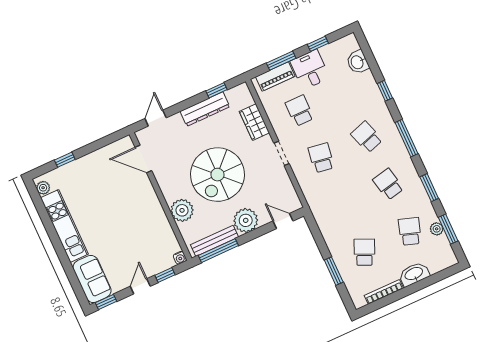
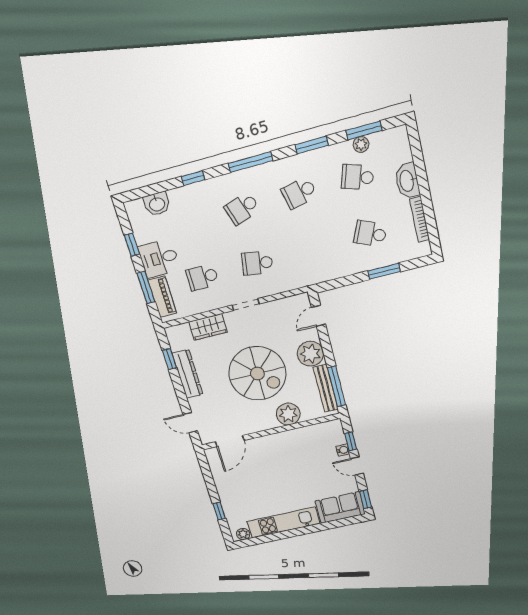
water cooler: (180, 258) -> (343, 450), moved

